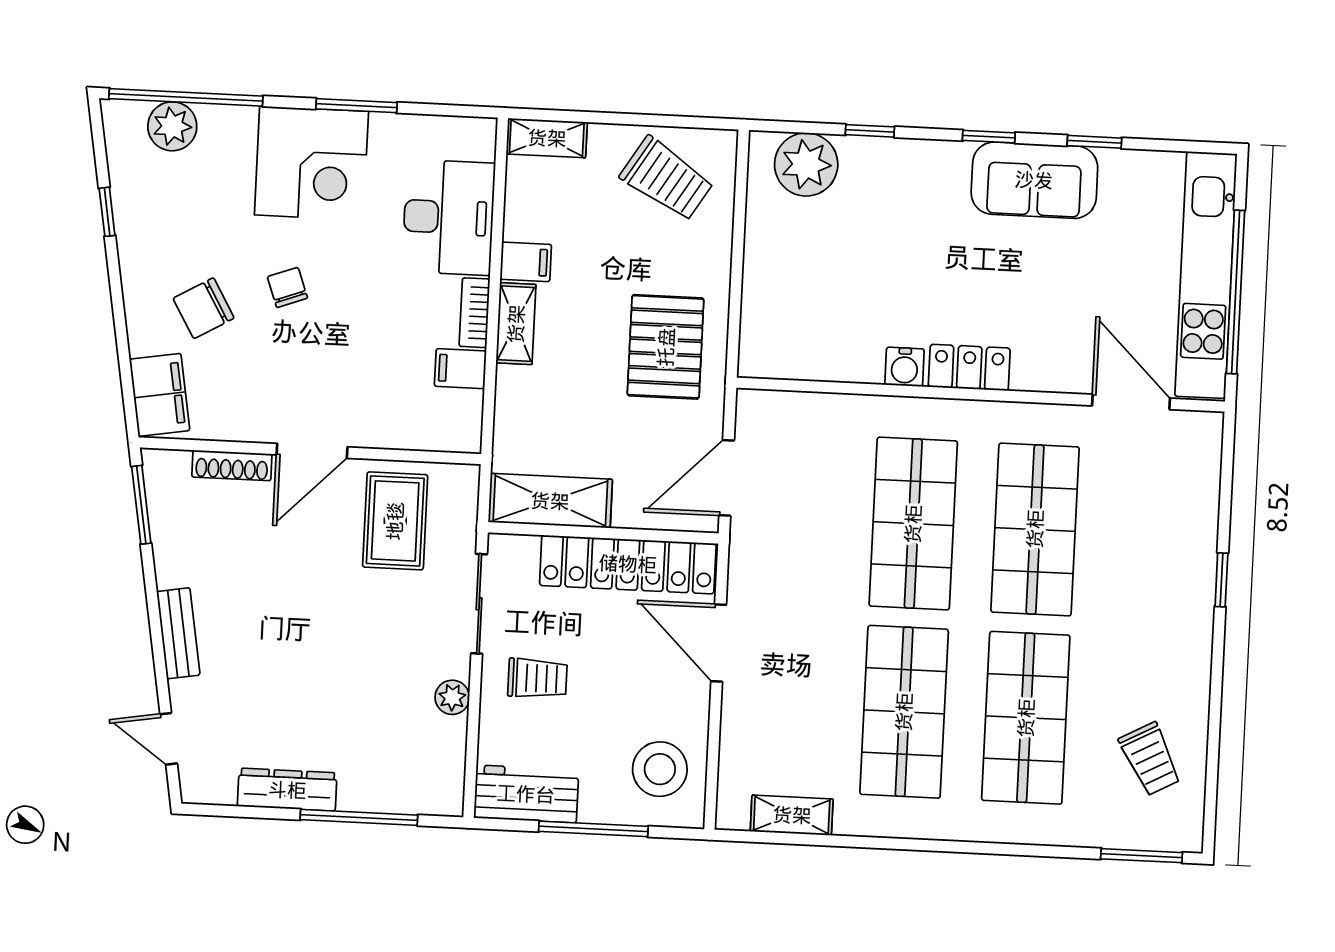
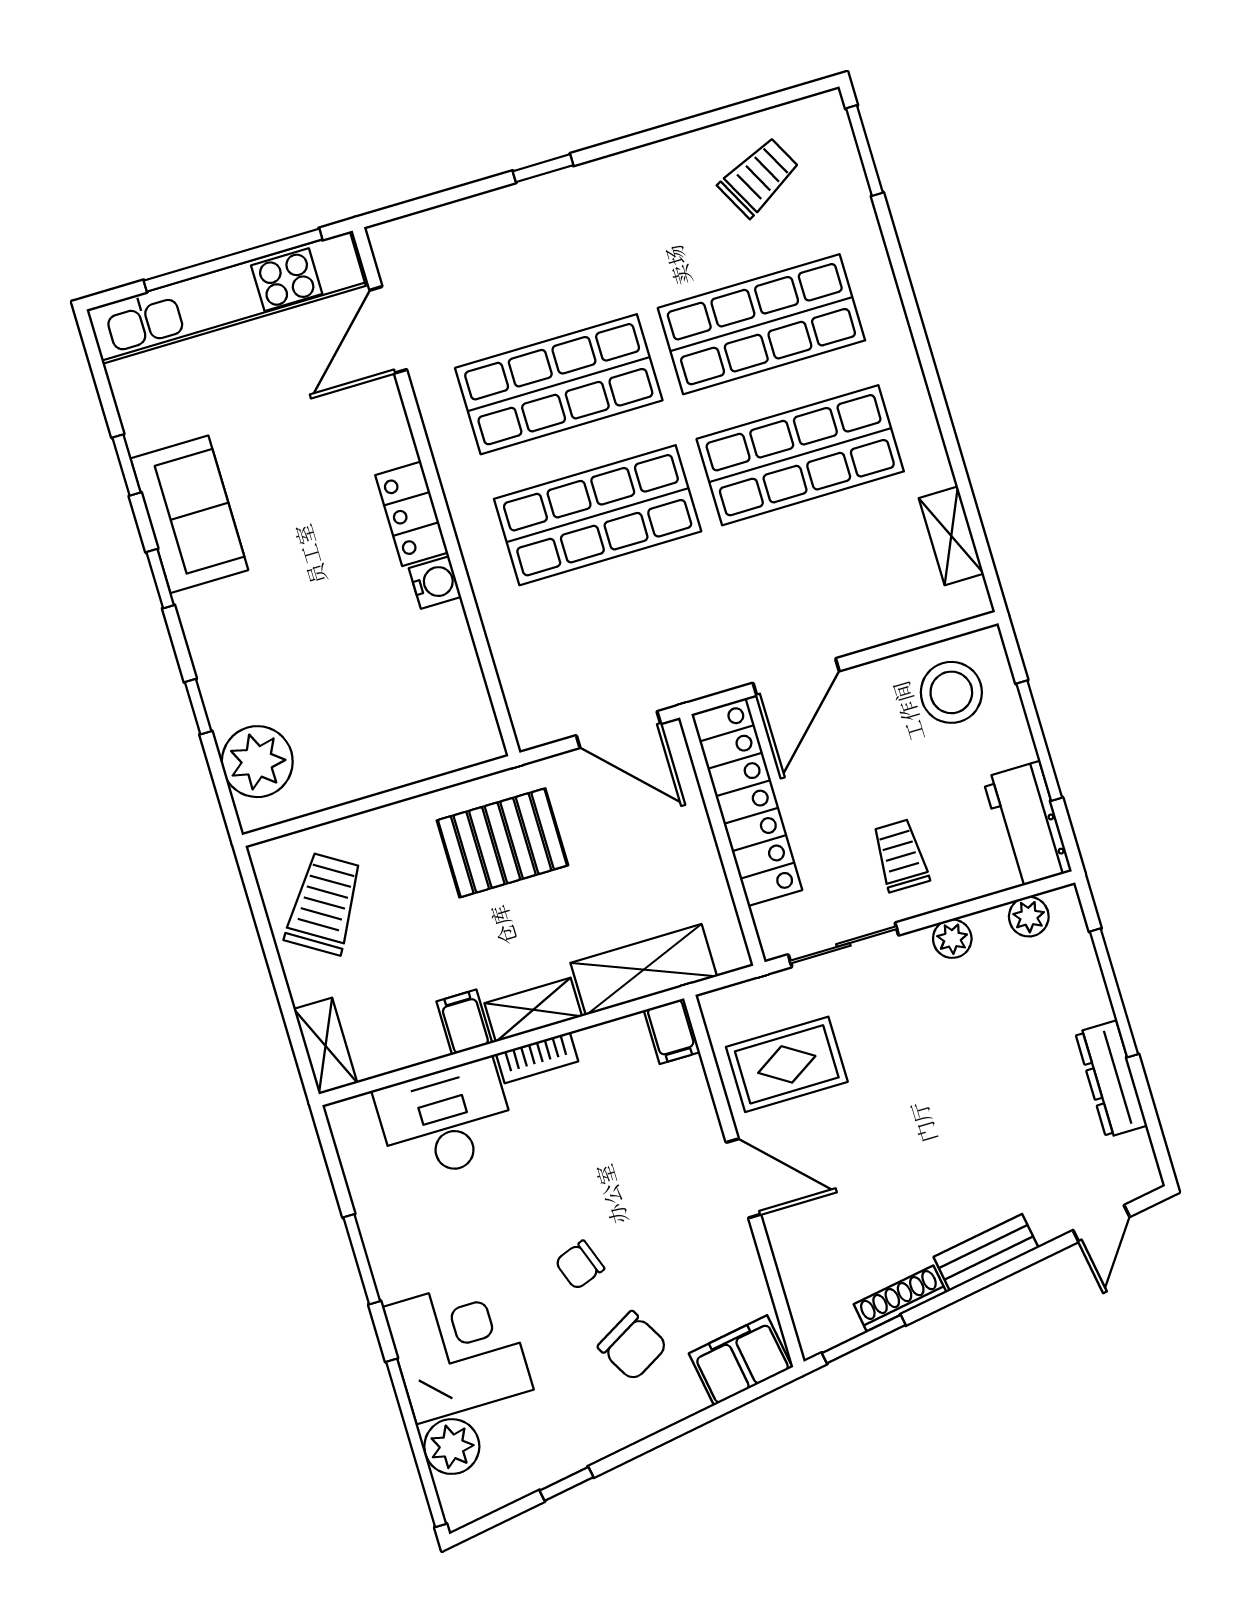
corner desk: (311, 163) -> (458, 1348), moved
filing cabinet: (460, 369) -> (672, 1031), moved
shoe rack: (232, 465) -> (900, 1298), moved, turned -99
shelving: (550, 501) -> (644, 970), moved, turned 90
plant: (448, 768) -> (1029, 917), added

